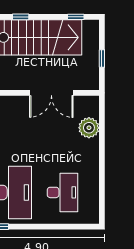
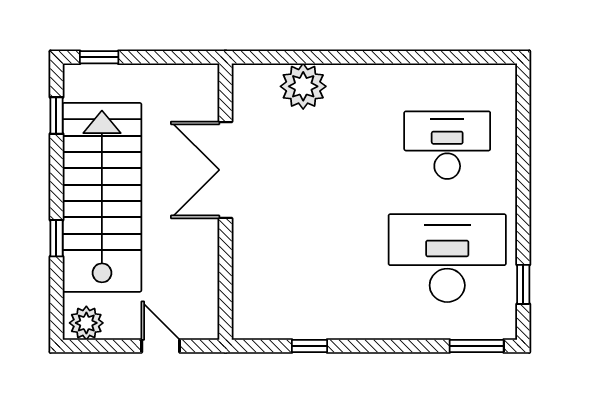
window: (102, 59) -> (99, 57), moved
double door: (51, 93) -> (225, 170), swing flipped

